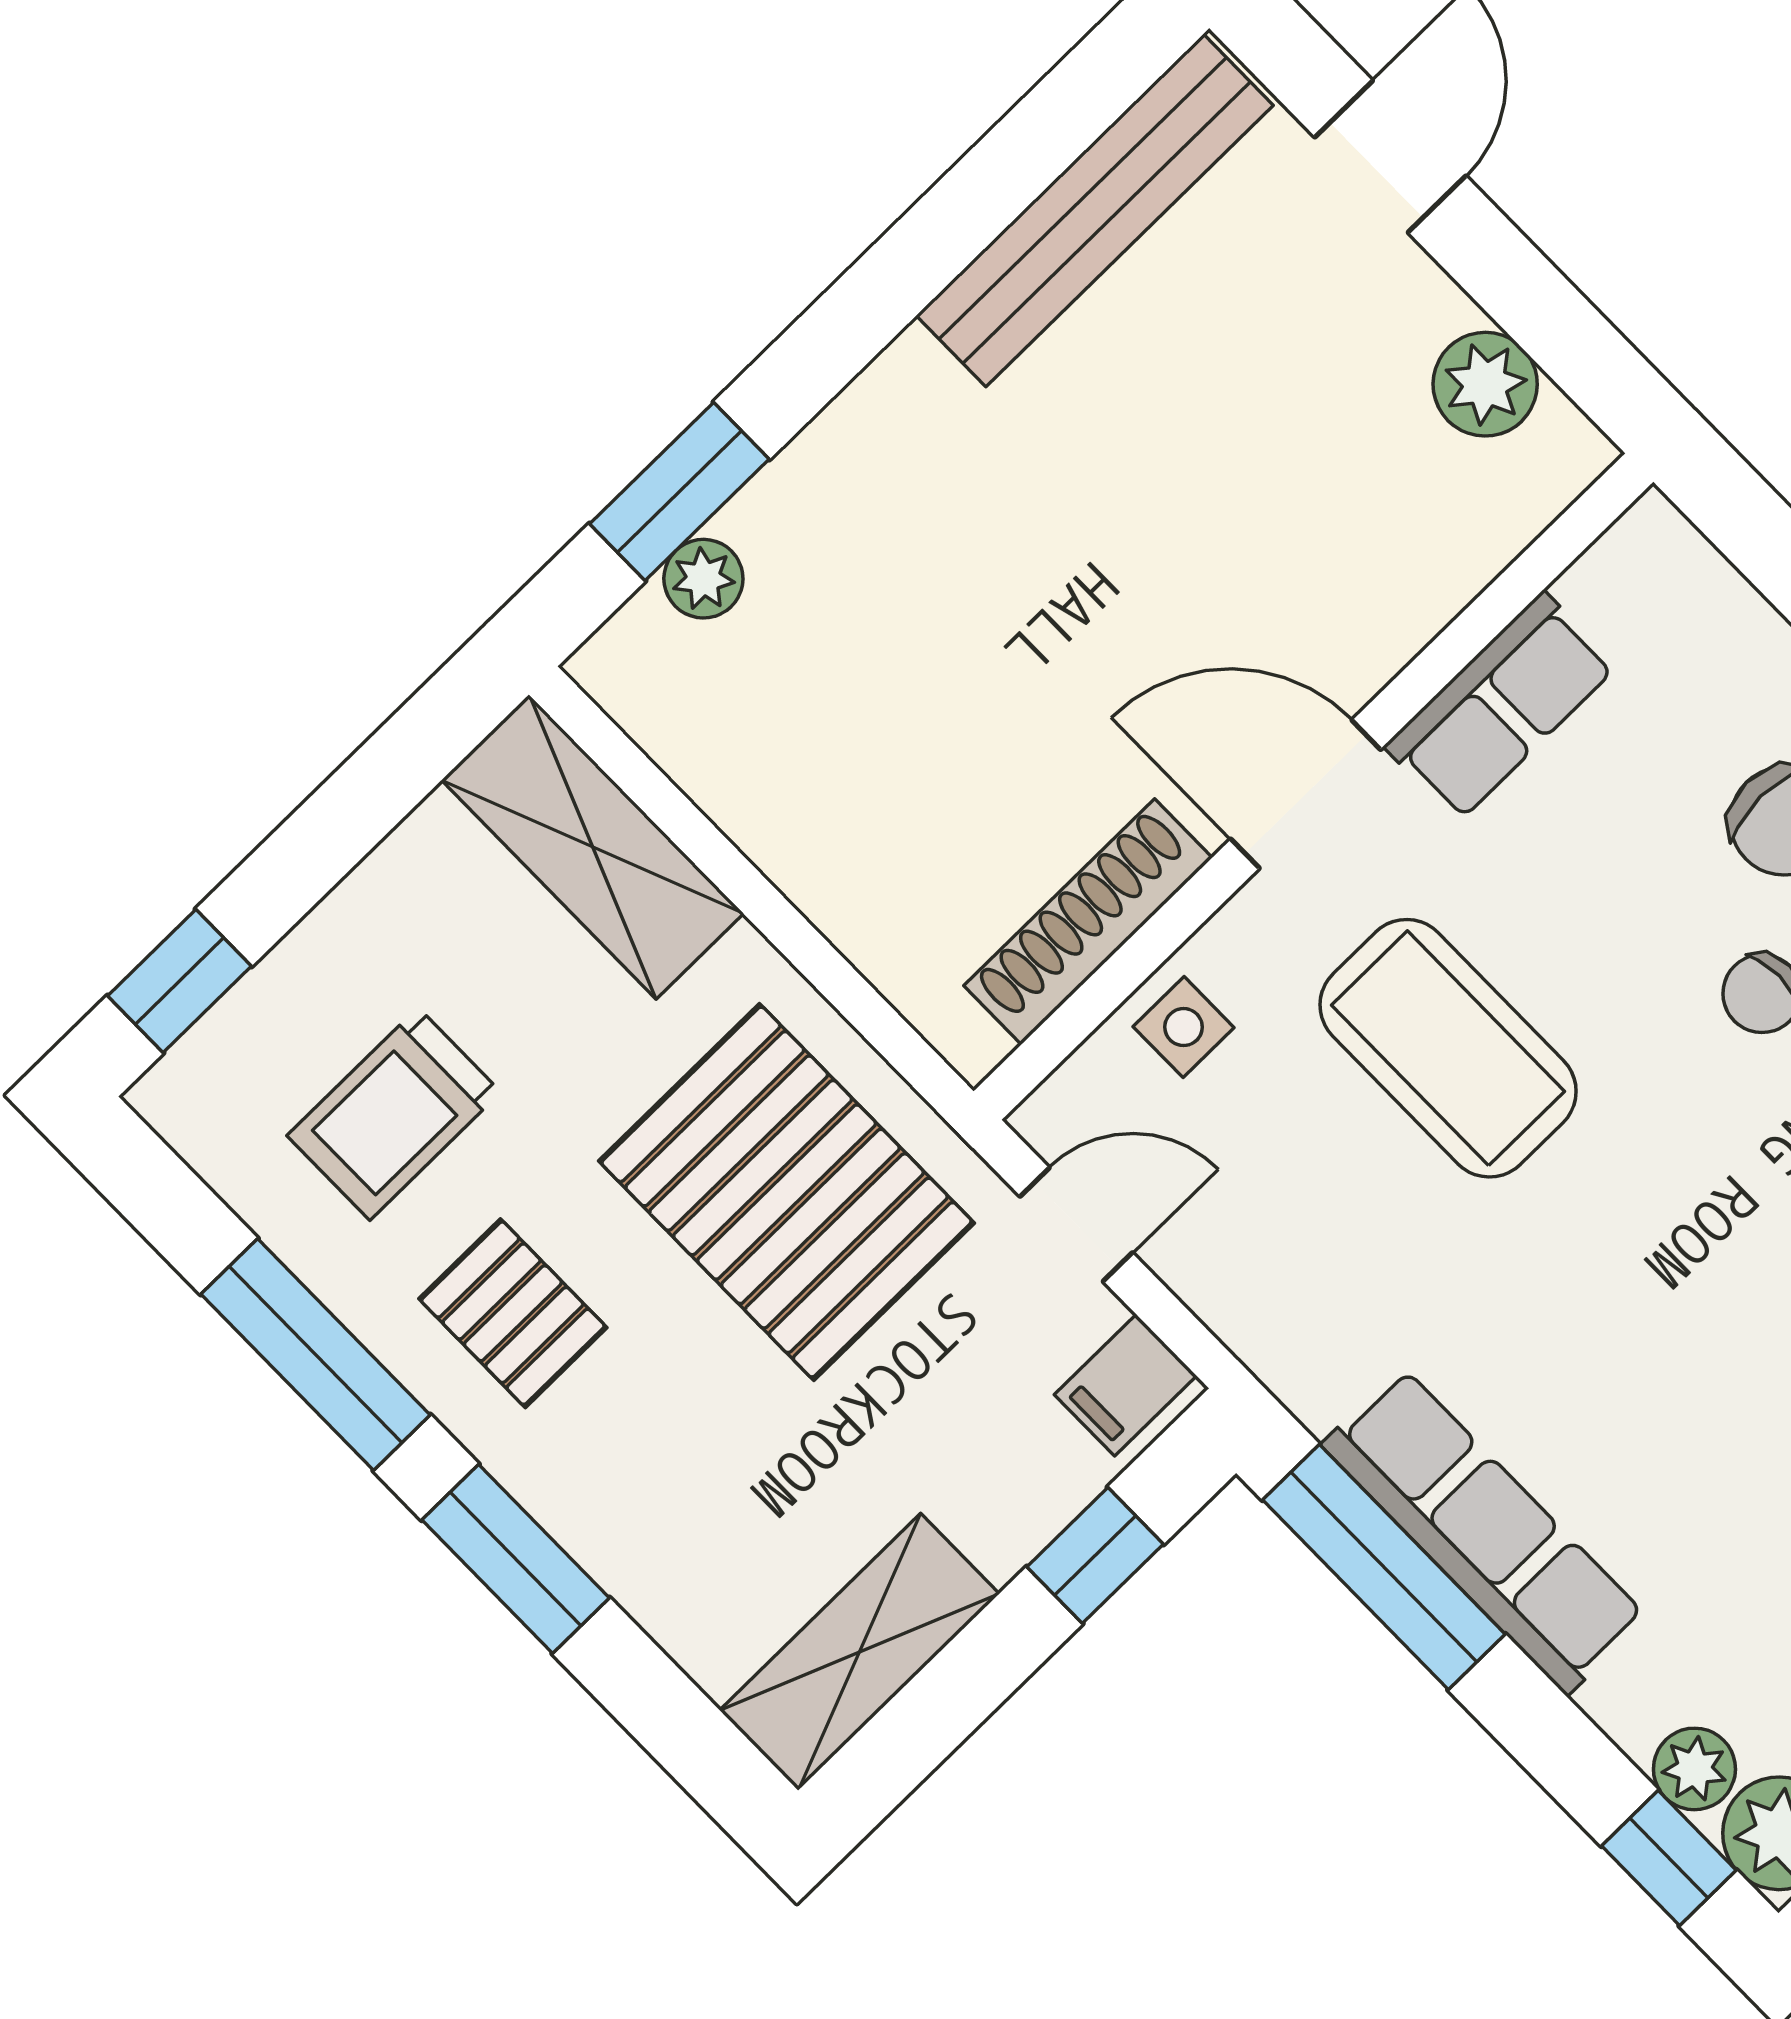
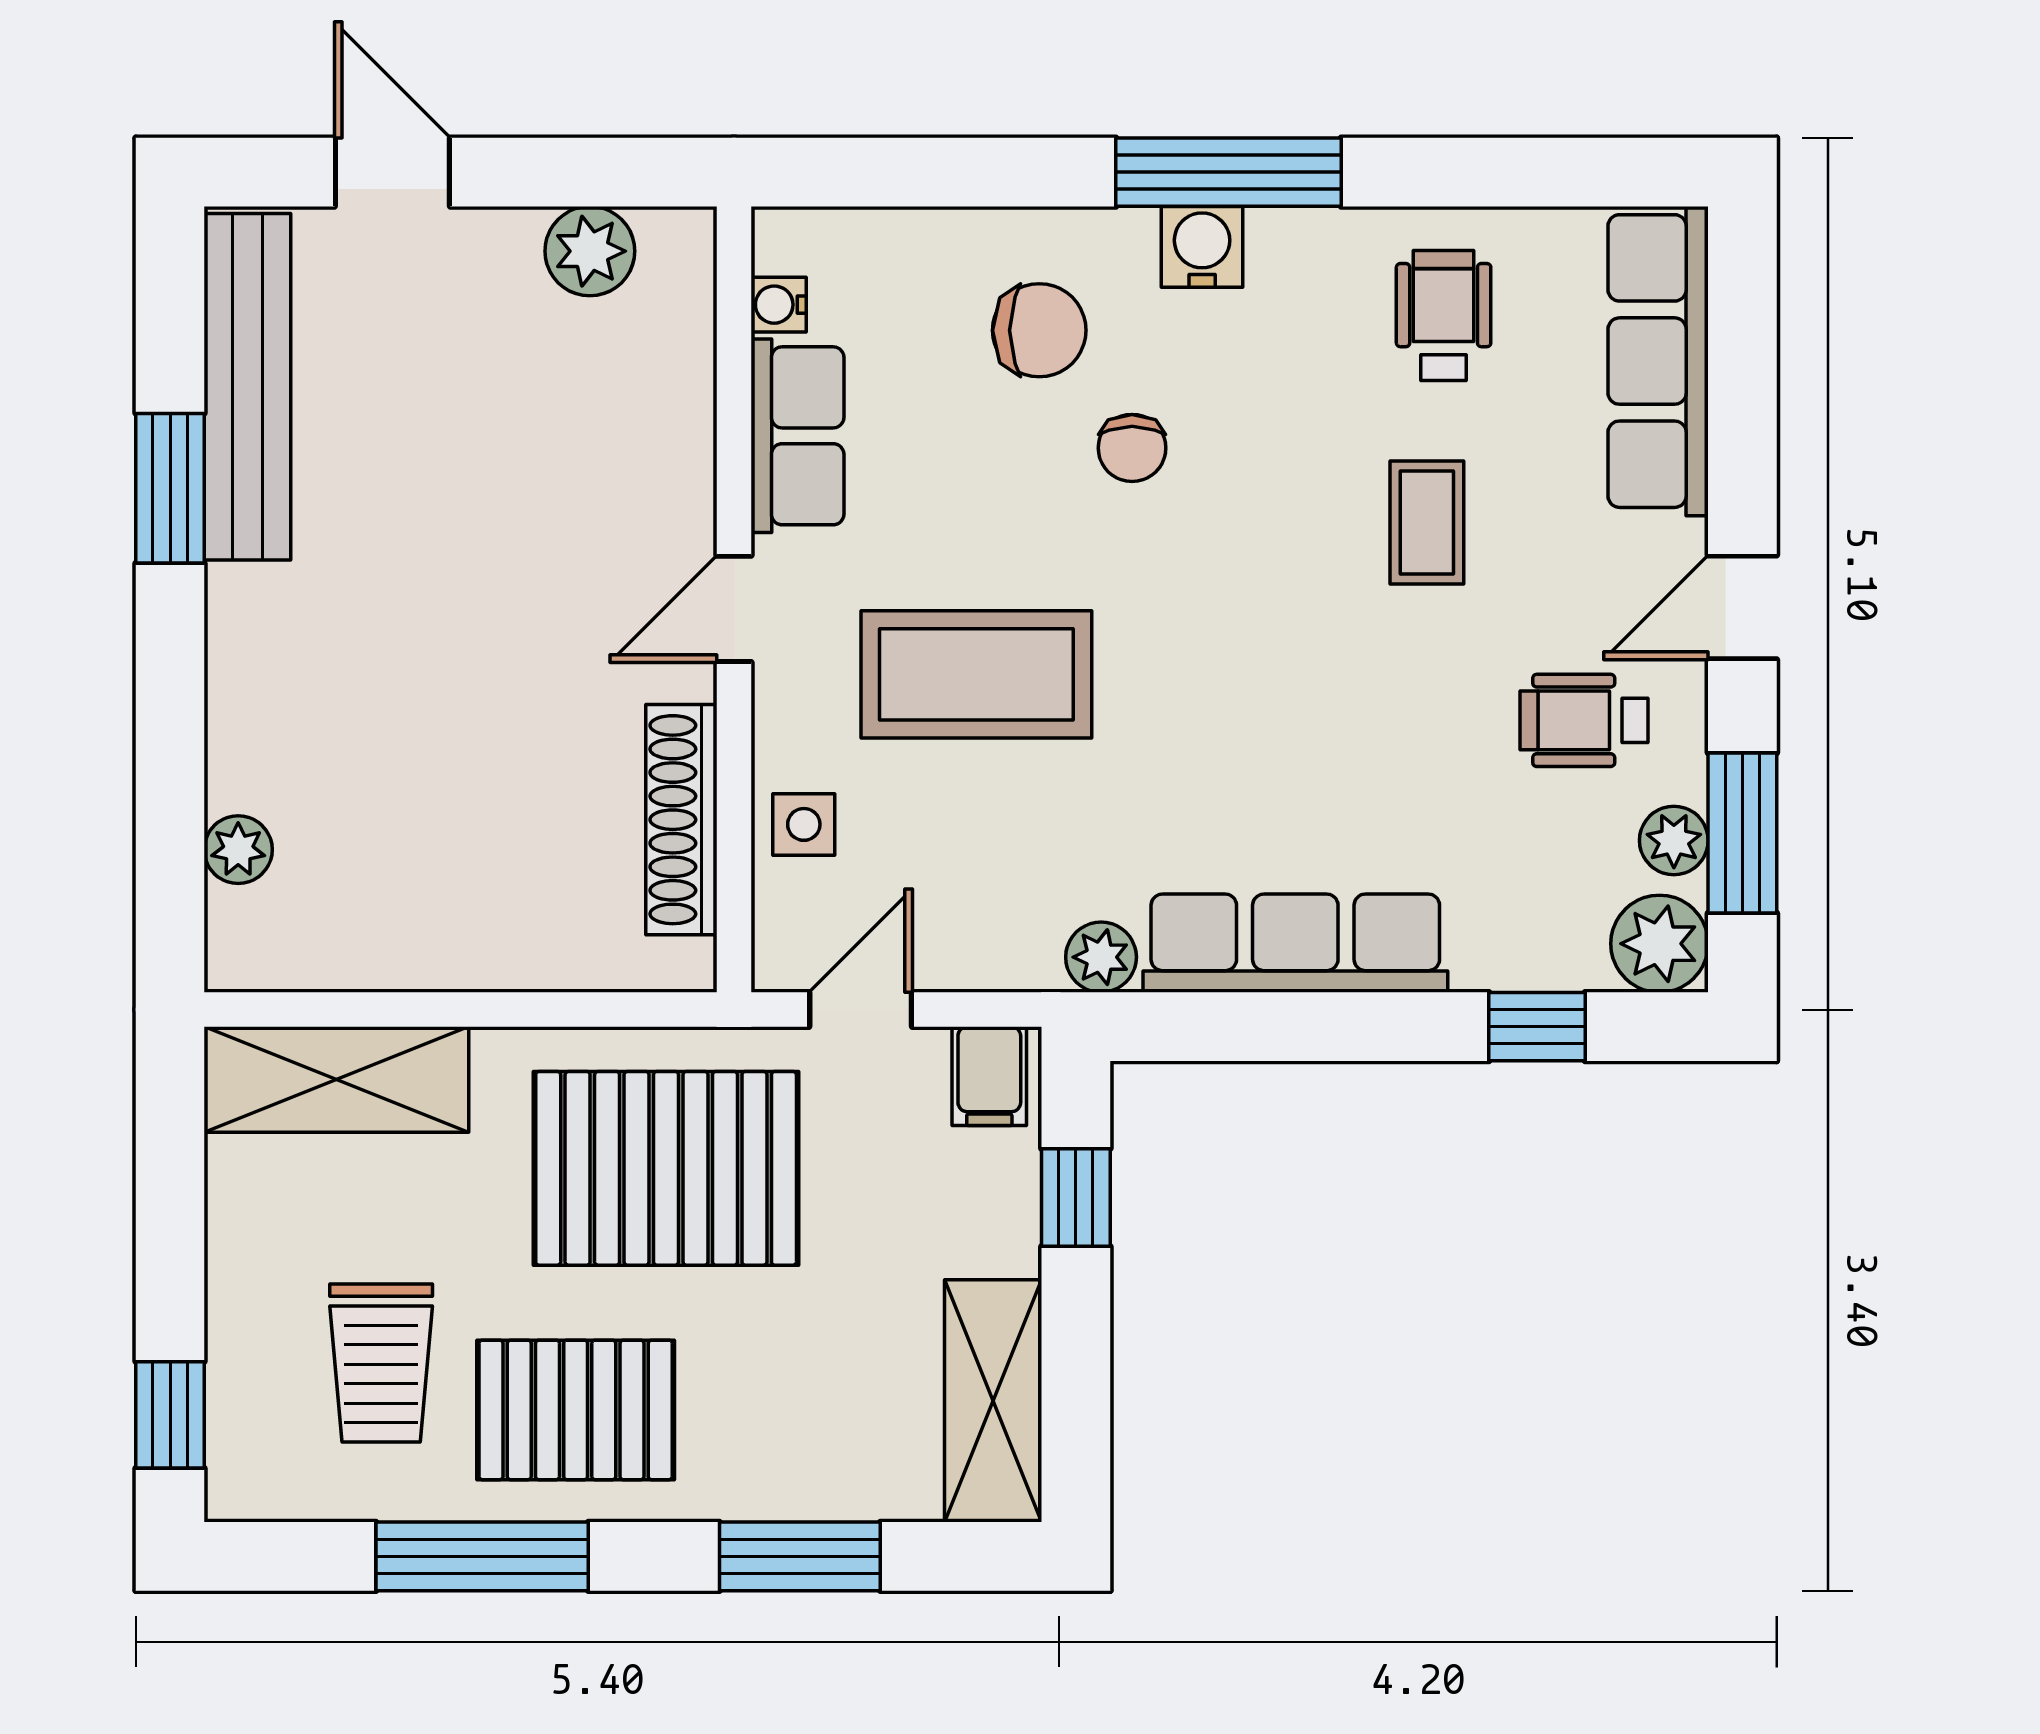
window: (679, 492) -> (170, 488), moved
water cooler: (1594, 584) -> (779, 305), added
door: (1306, 794) -> (734, 609), width x0.73
pallet: (513, 1313) -> (576, 1410), width x1.50, depth x1.42
window: (516, 1559) -> (800, 1556), moved
window: (1384, 1567) -> (1257, 1027), removed
plant: (1694, 1769) -> (1101, 957), moved
window: (1669, 1858) -> (1537, 1027), moved

